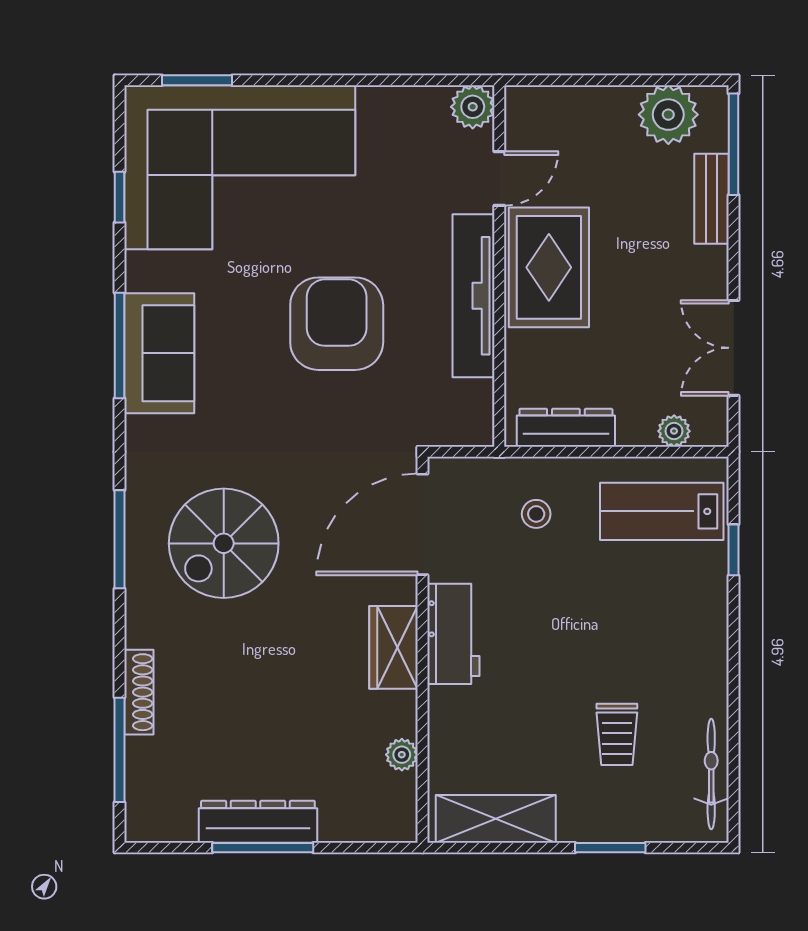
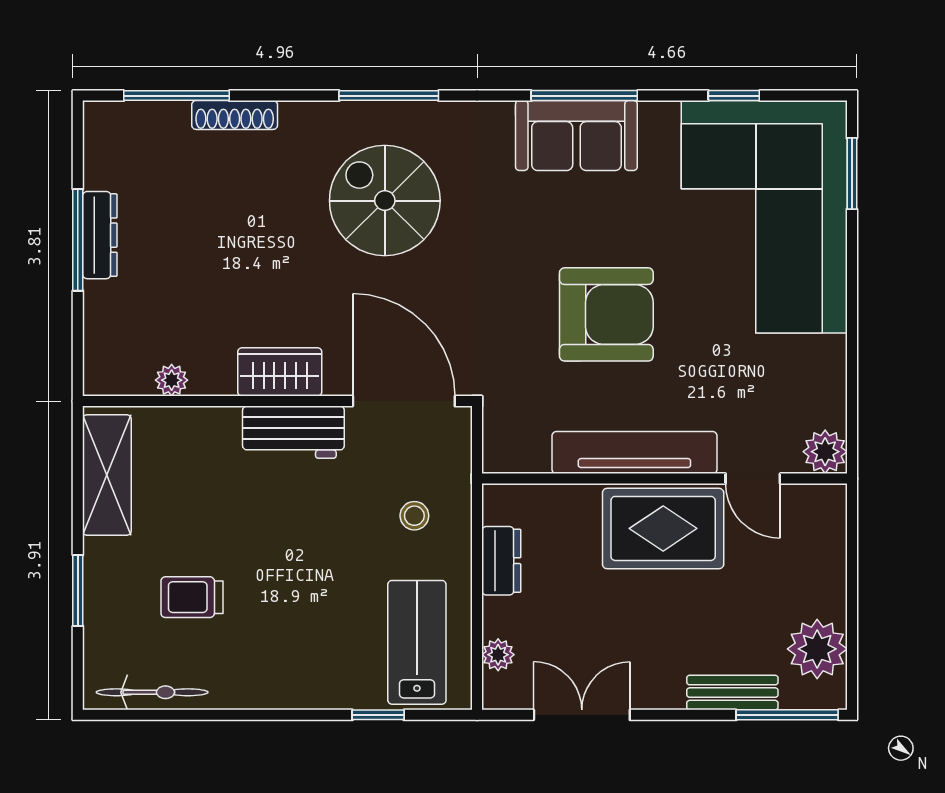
dresser: (566, 428) -> (501, 561), width x0.70
dresser: (258, 822) -> (100, 235), width x0.73, depth x0.80

